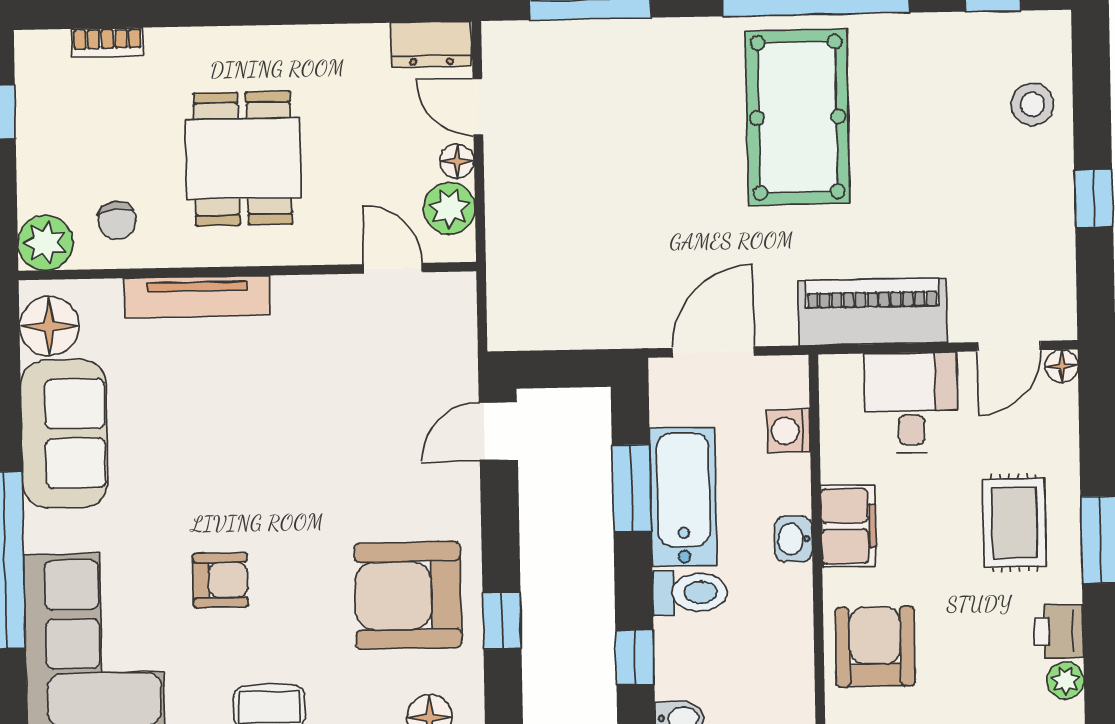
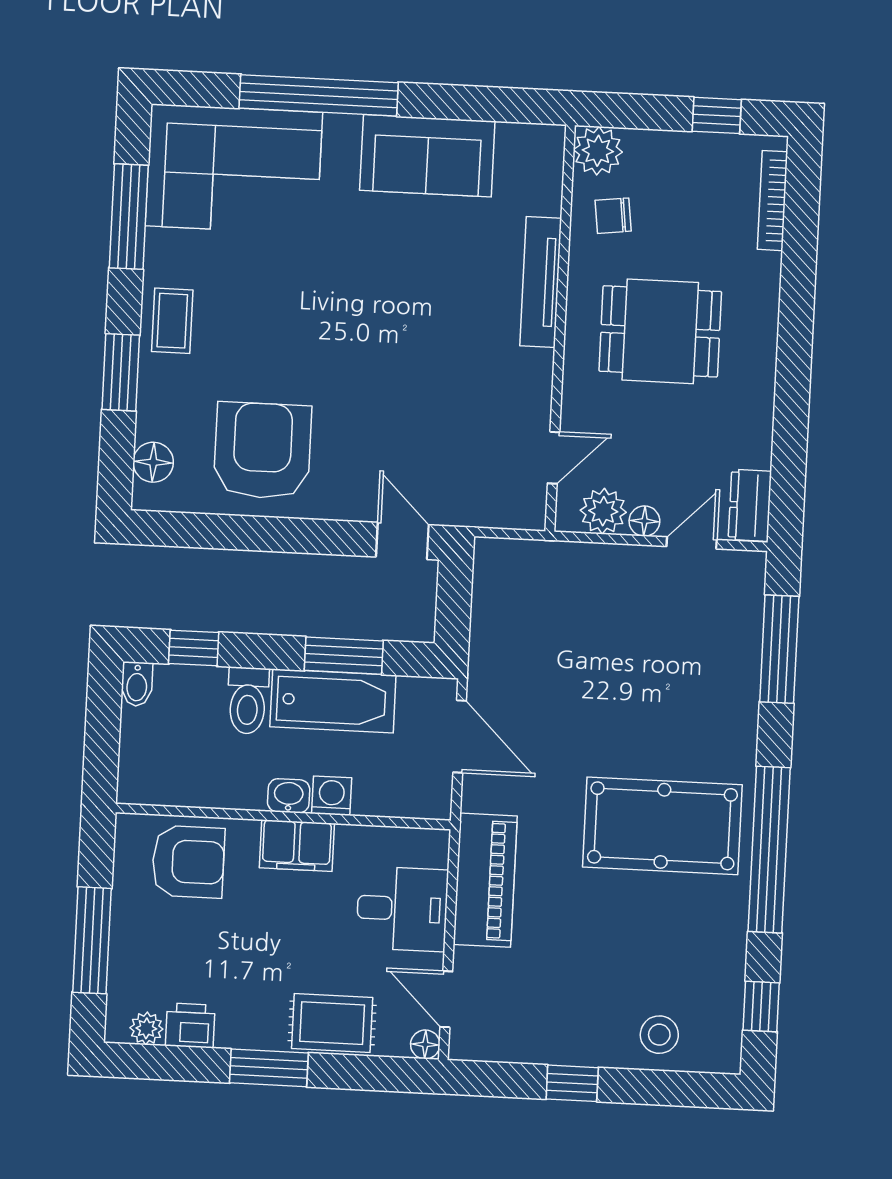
bookcase: (107, 42) -> (772, 201), width x1.56
floor lamp: (49, 326) -> (523, 149), removed
washing machine: (789, 431) -> (332, 796), moved
rug: (1014, 523) -> (332, 1023), moved
armchair: (221, 580) -> (288, 285), removed
window: (502, 621) -> (234, 532), removed

